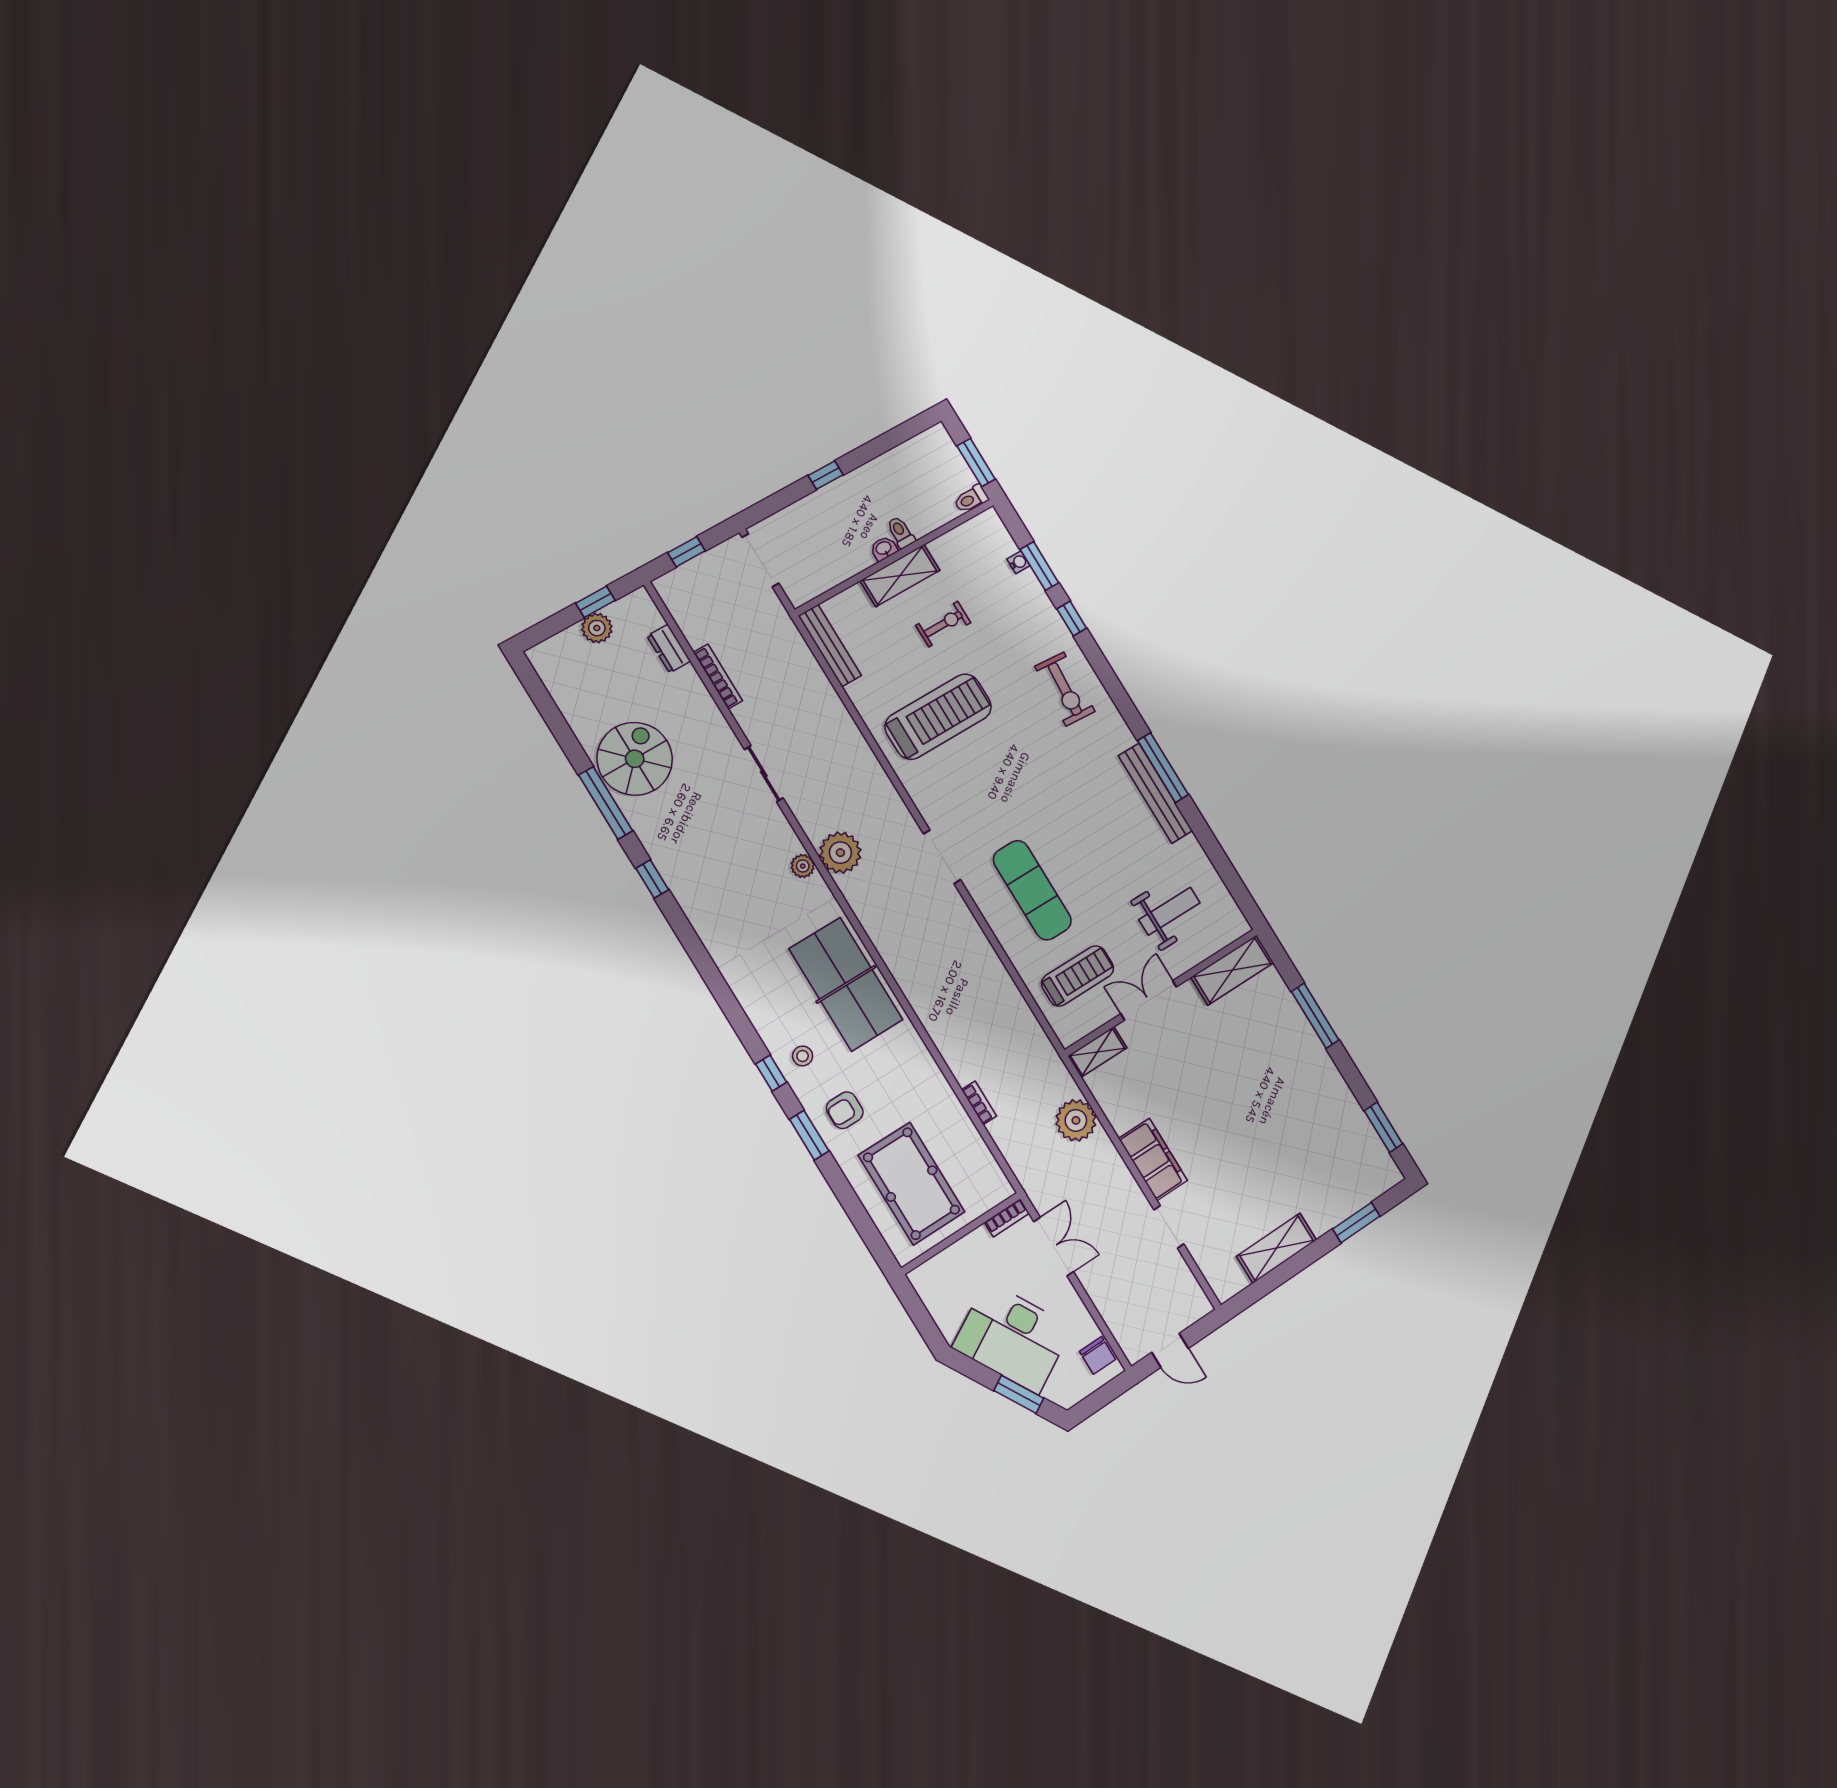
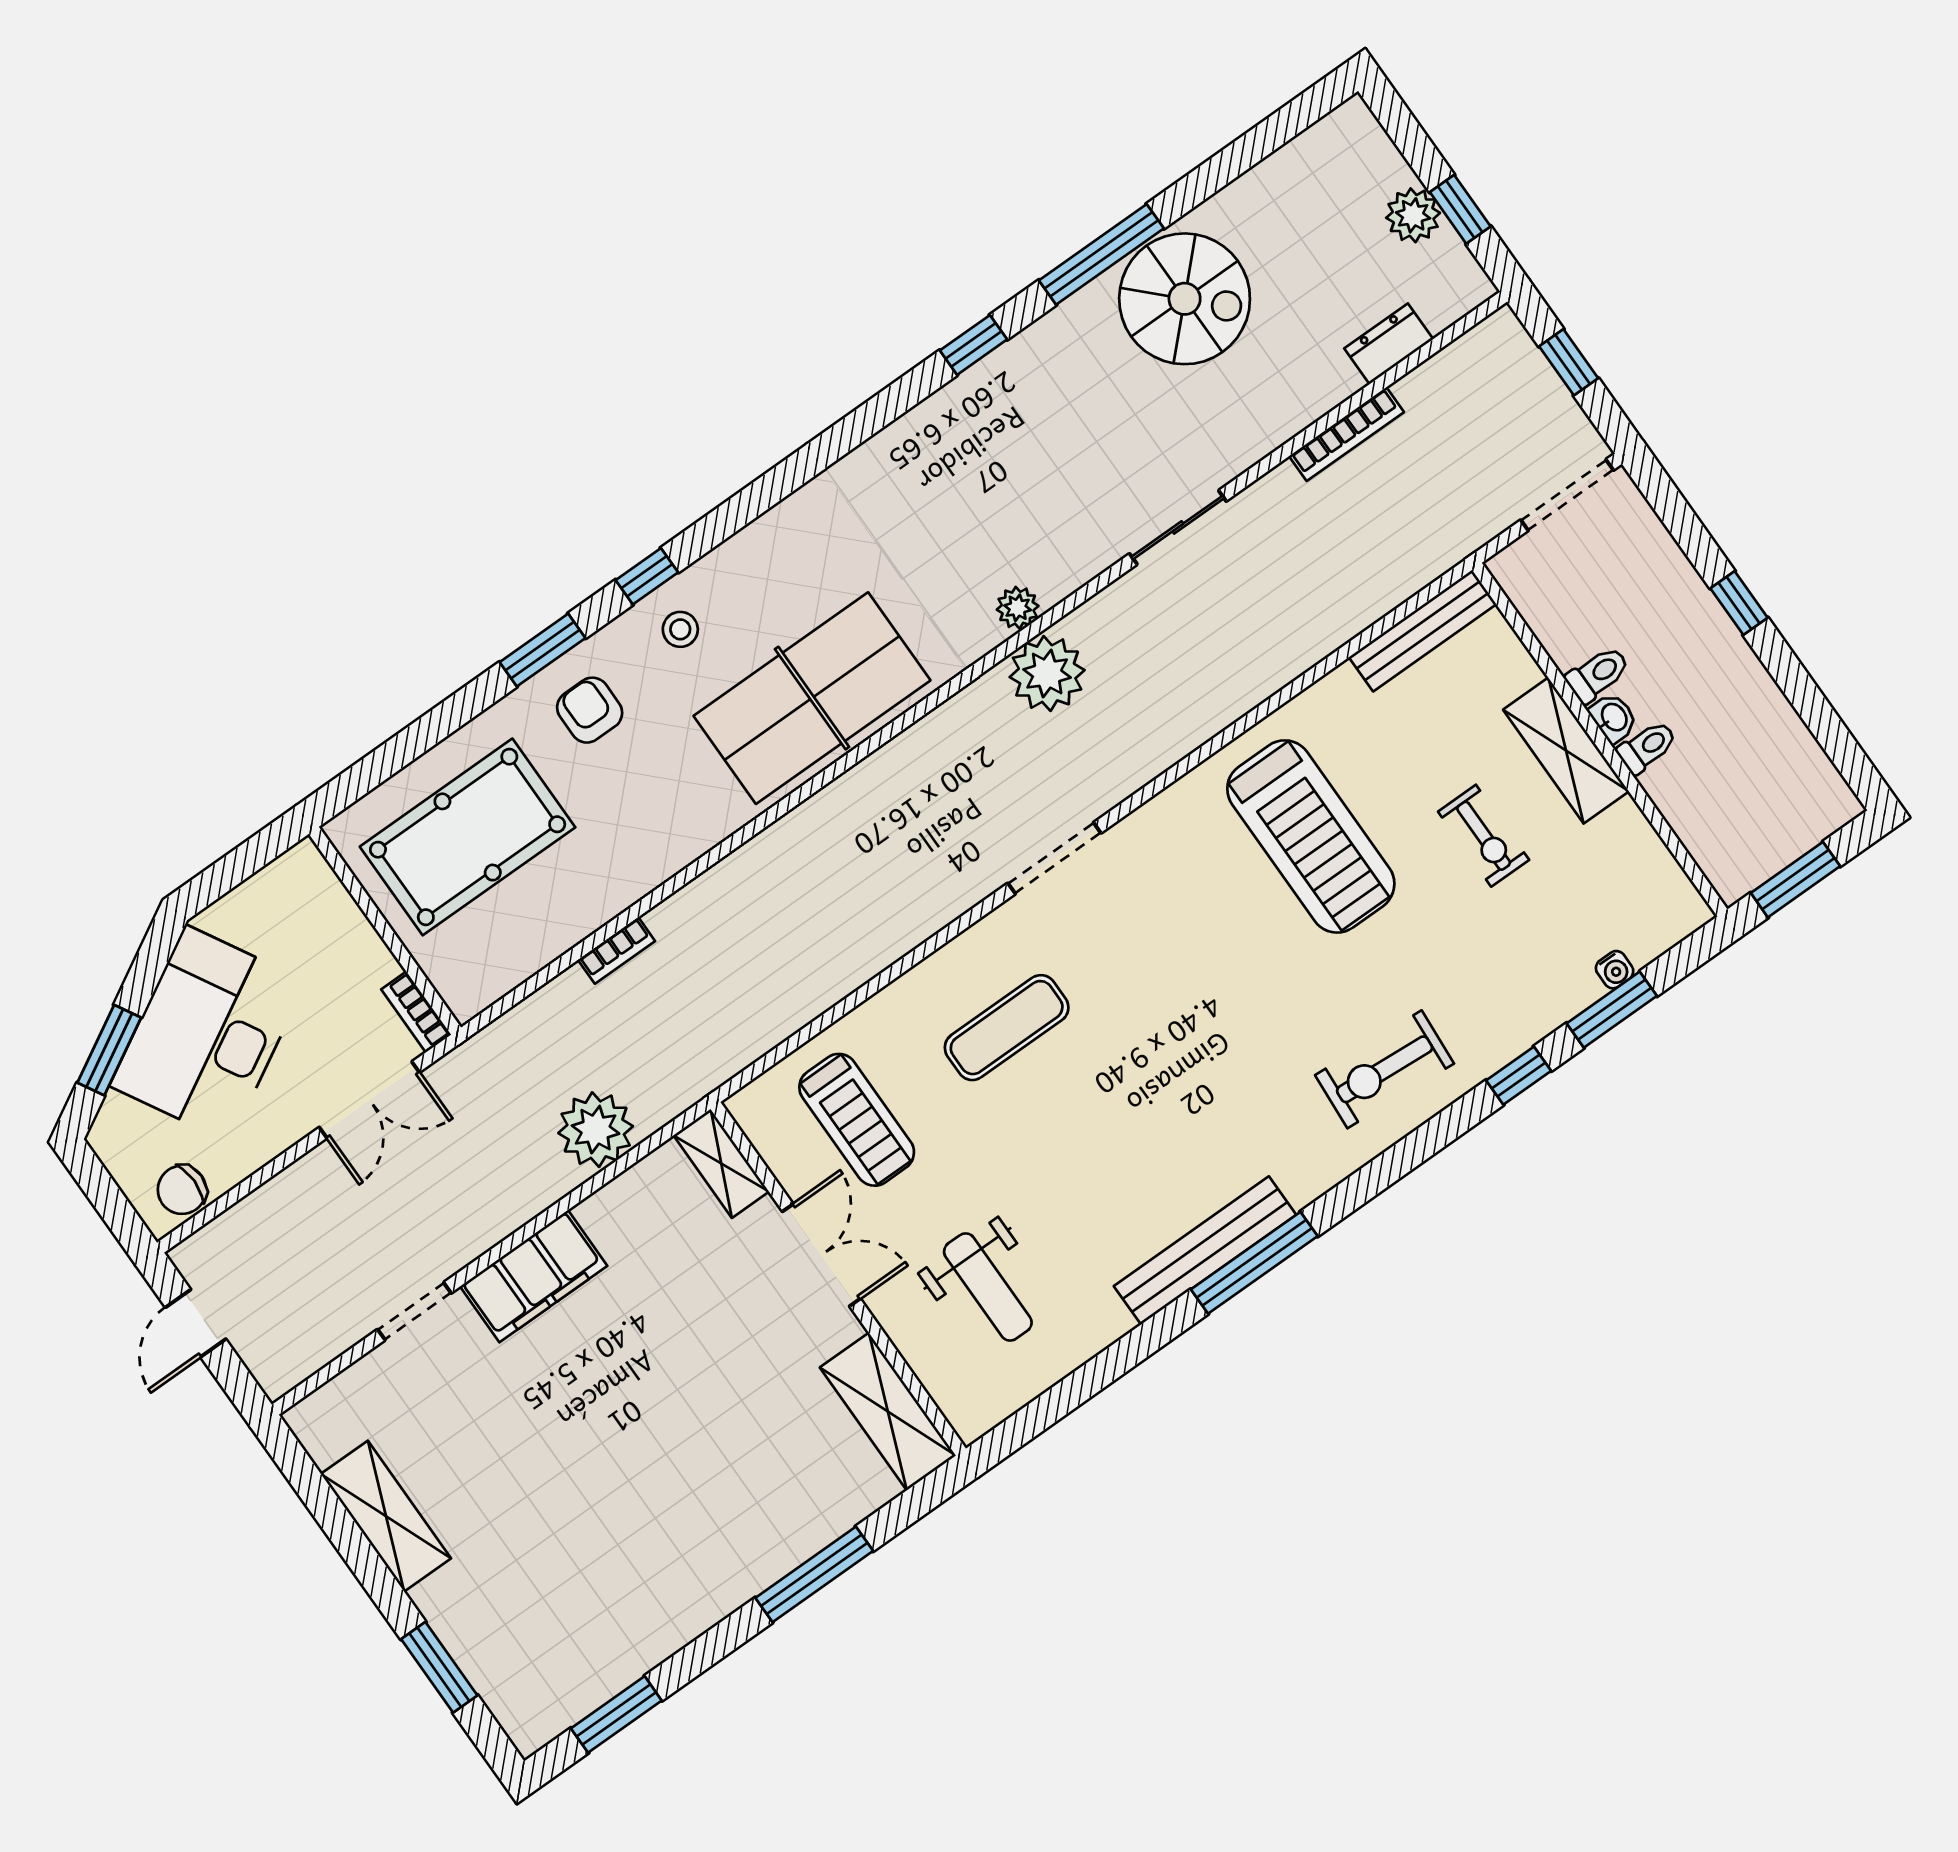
toilet: (971, 499) -> (1598, 674), moved, turned 90
exercise mat: (1032, 890) -> (1007, 1028), width x0.73, depth x0.69

